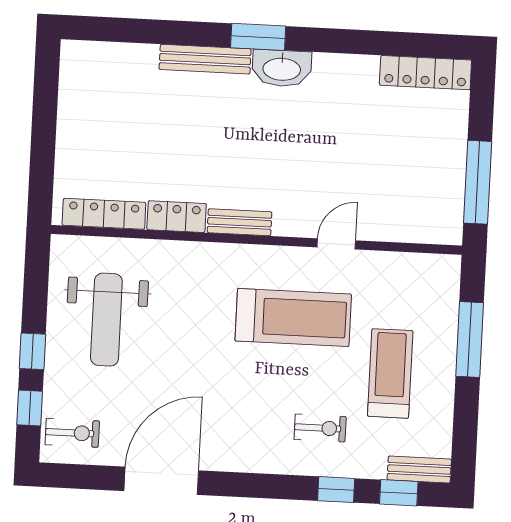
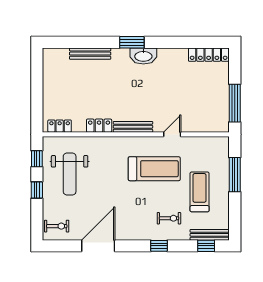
bench: (205, 59) -> (90, 54), moved
locker: (104, 214) -> (60, 126), width x0.66
bench: (239, 222) -> (133, 127), width x1.36
window: (30, 408) -> (37, 159), moved
bench: (419, 470) -> (210, 235), width x1.36
window: (336, 490) -> (159, 246), moved

